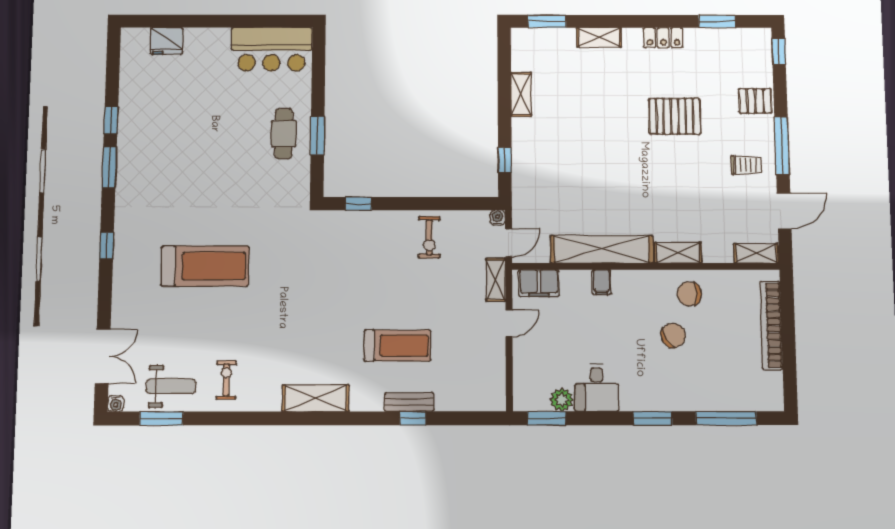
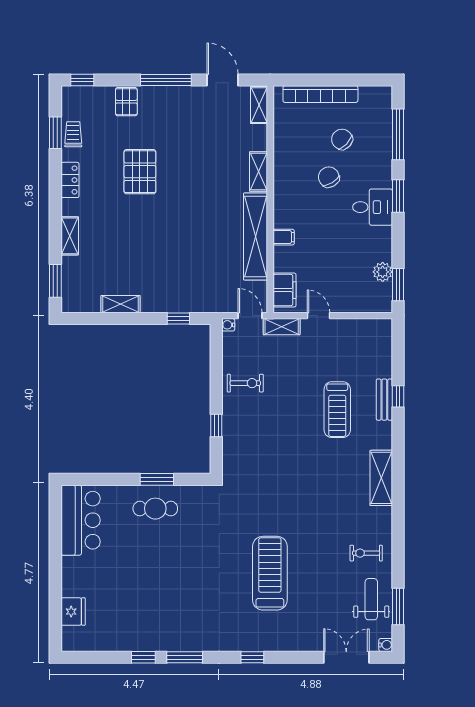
trolley: (746, 165) -> (73, 134), moved
window: (359, 204) -> (216, 425), moved
chair: (689, 294) -> (342, 139), moved, turned 133
treadmill: (397, 346) -> (337, 410), turned 180
desk: (597, 388) -> (373, 207), moved

